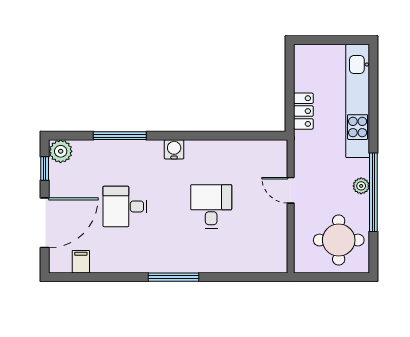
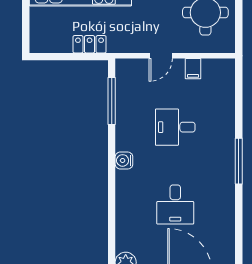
window: (120, 136) -> (112, 101), moved
filing cabinet: (81, 262) -> (193, 69), moved, turned -90

